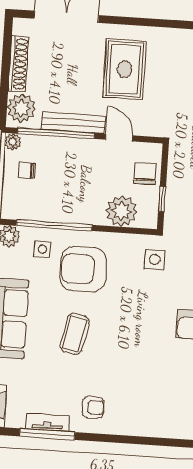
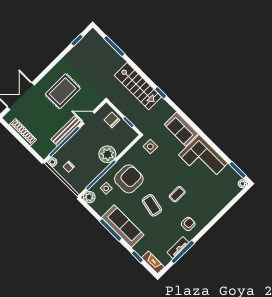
rug: (125, 69) -> (63, 91), turned 90
plant: (21, 108) -> (42, 147), removed
plant: (122, 211) -> (107, 154), moved
armchair: (83, 269) -> (129, 179), turned 180
coffee table: (121, 355) -> (177, 194), added

